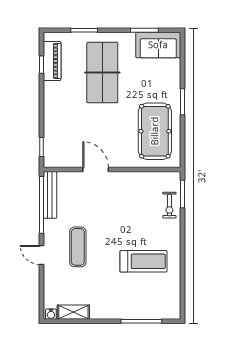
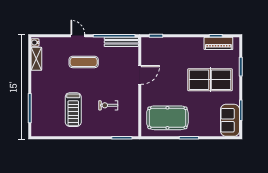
exercise bike: (169, 205) -> (108, 105), moved
door: (42, 255) -> (78, 36), hinge flipped

